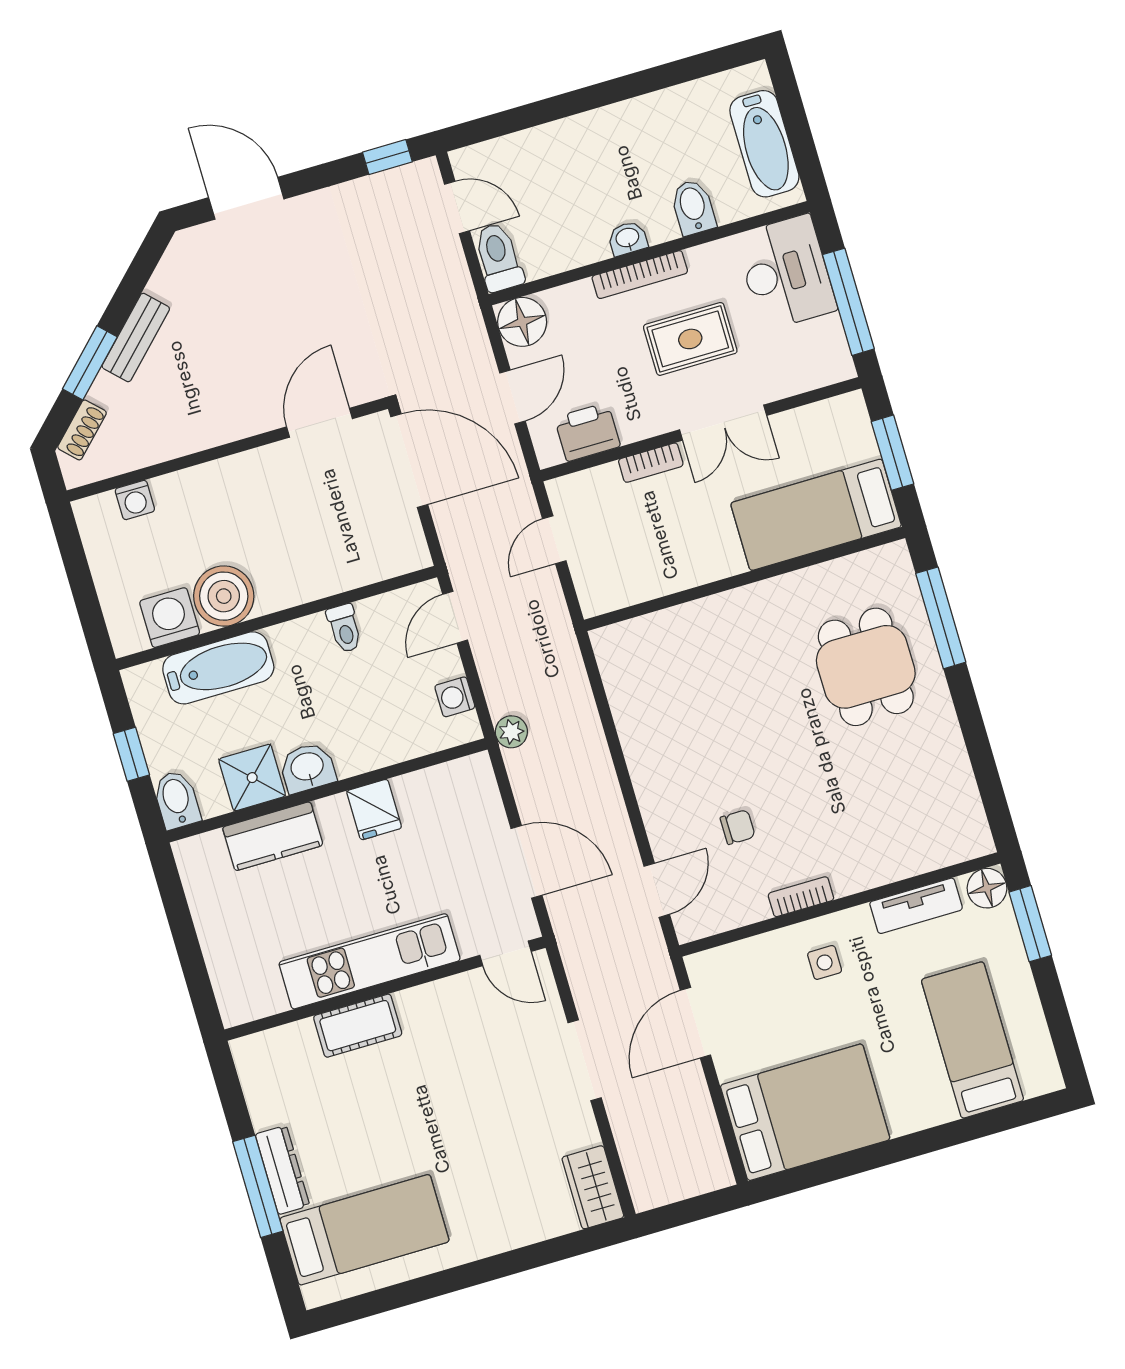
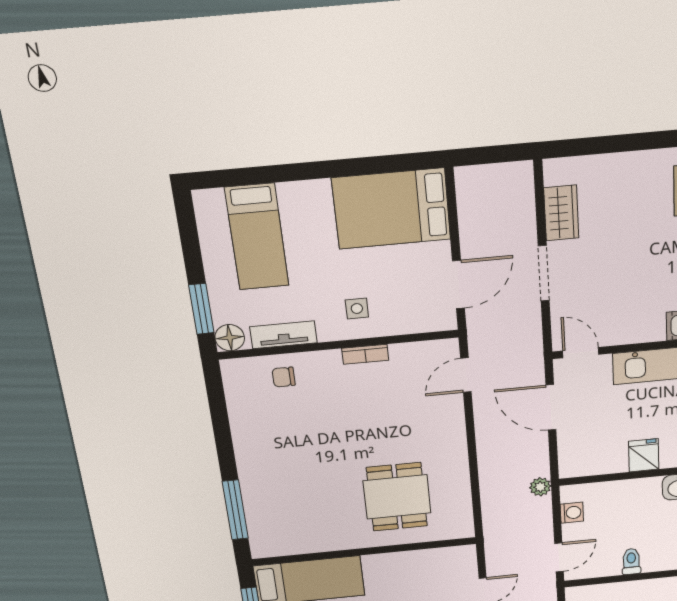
dining table: (866, 667) -> (397, 497), moved
chair: (738, 827) -> (284, 377), moved
wardrobe: (593, 1187) -> (561, 213), moved

